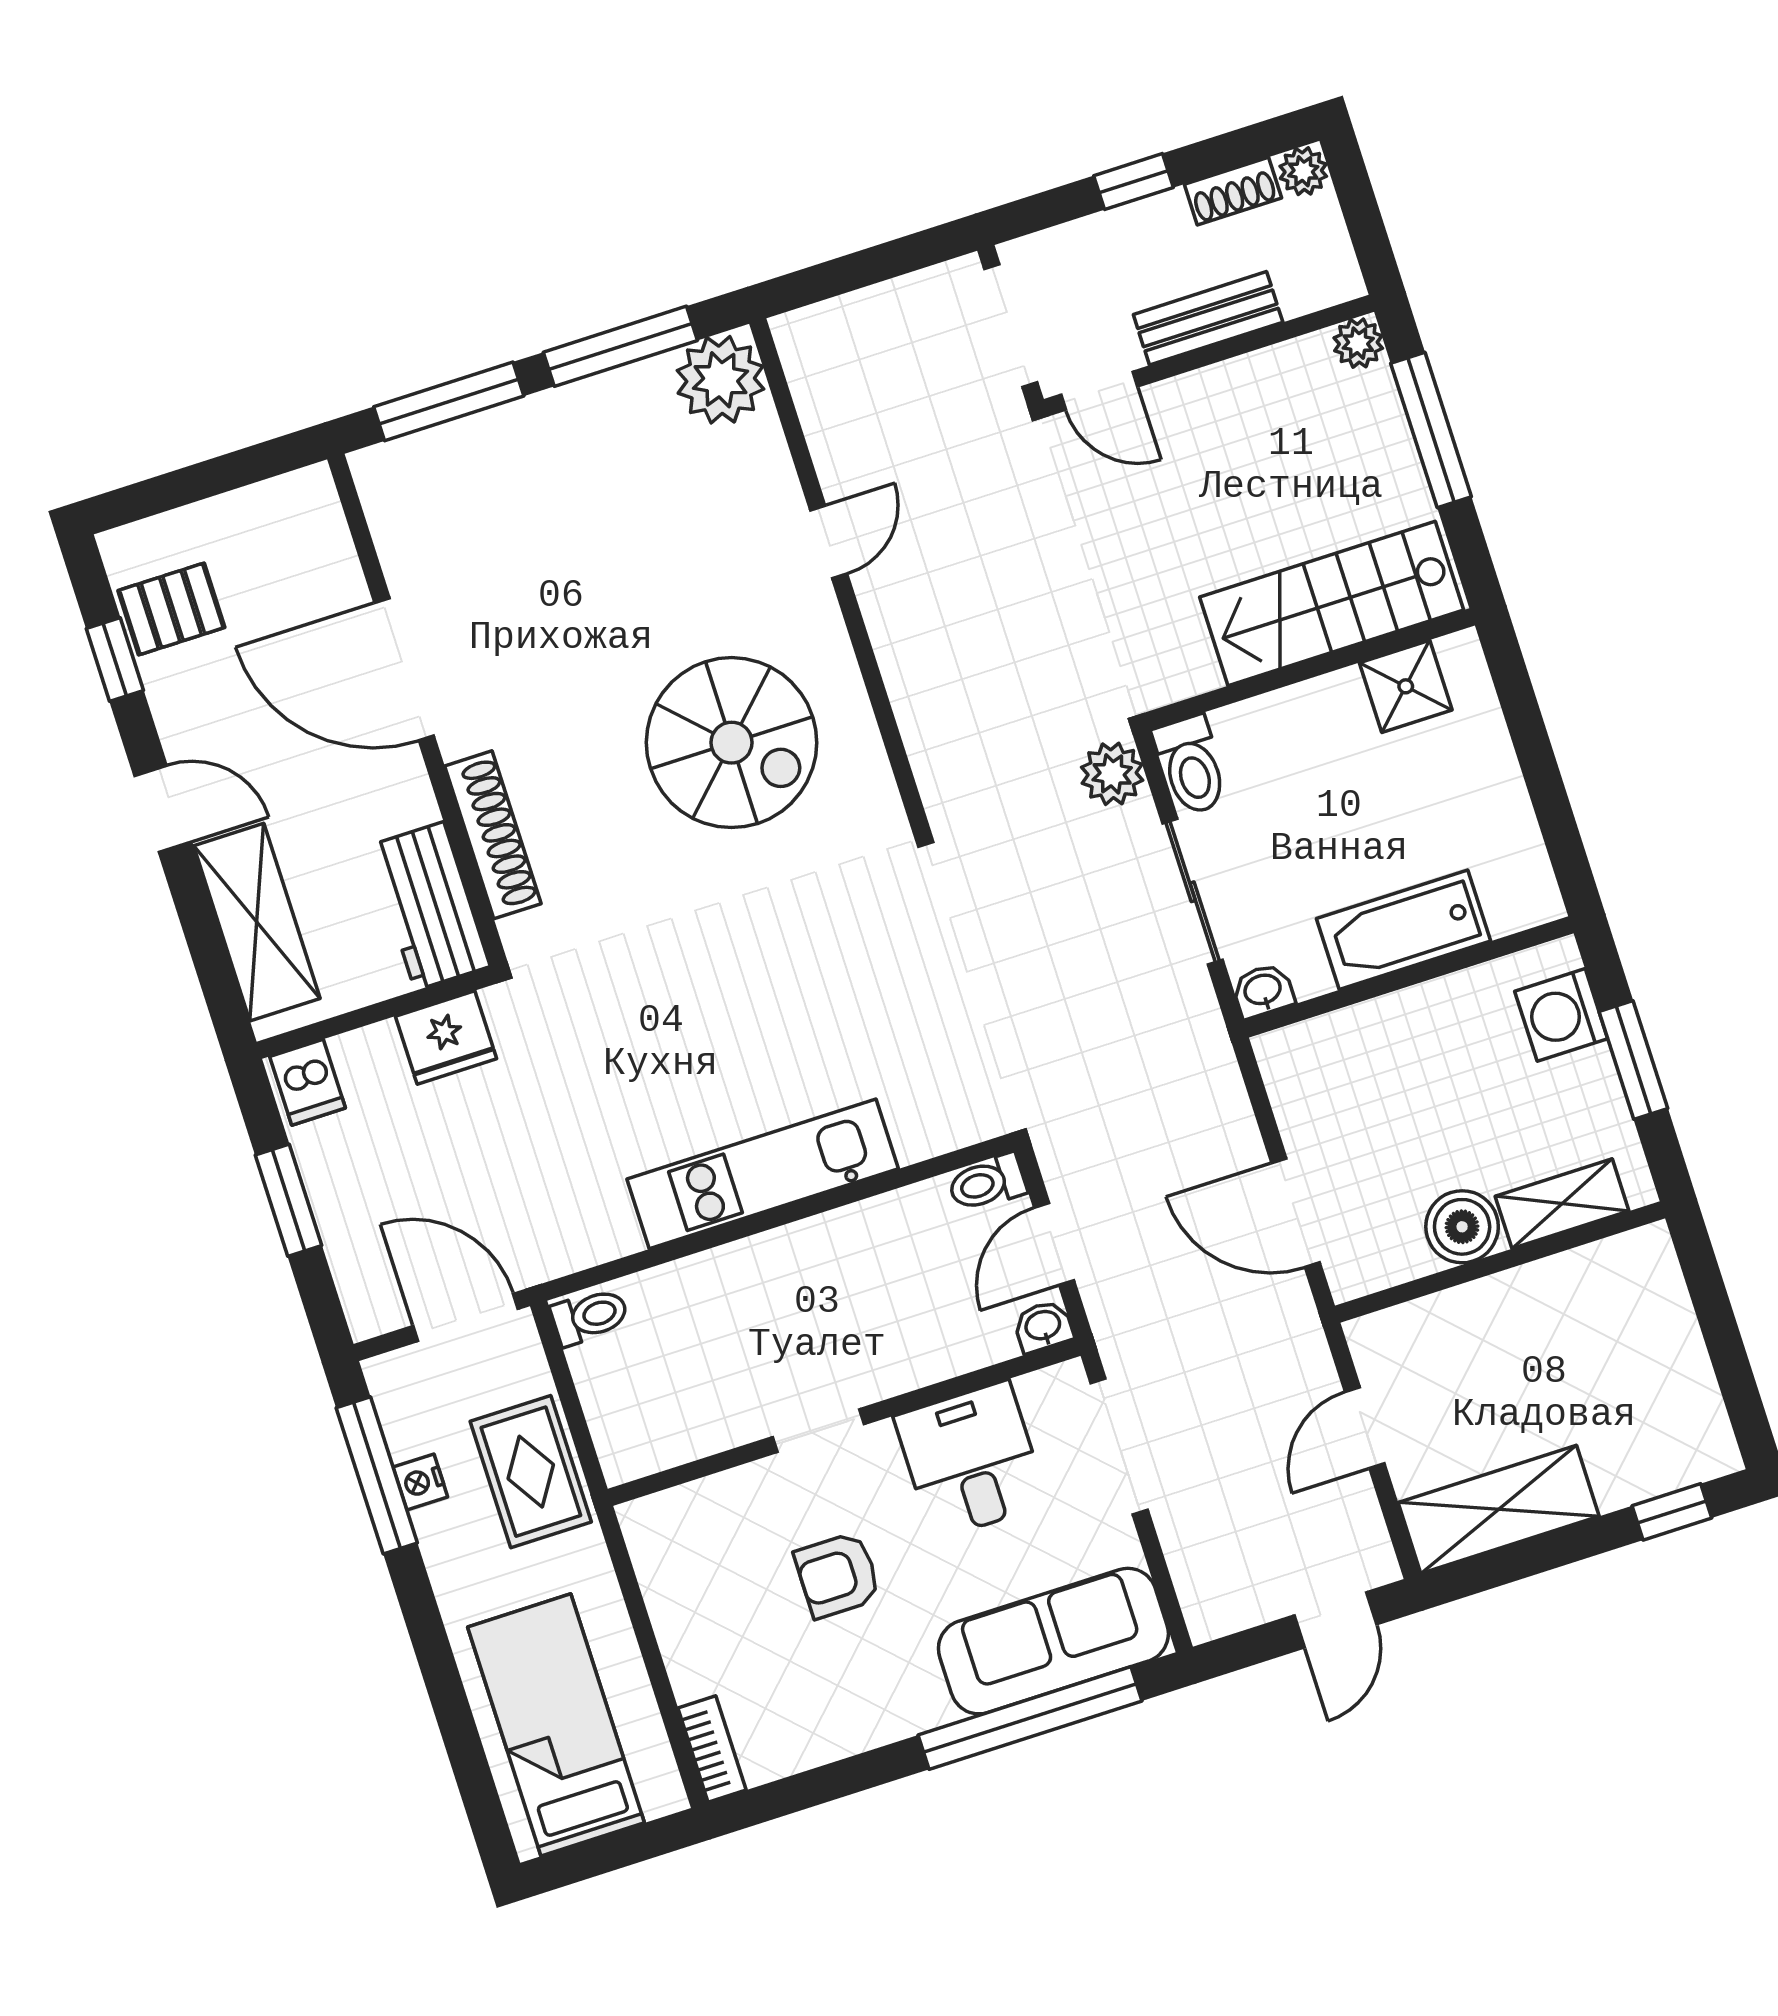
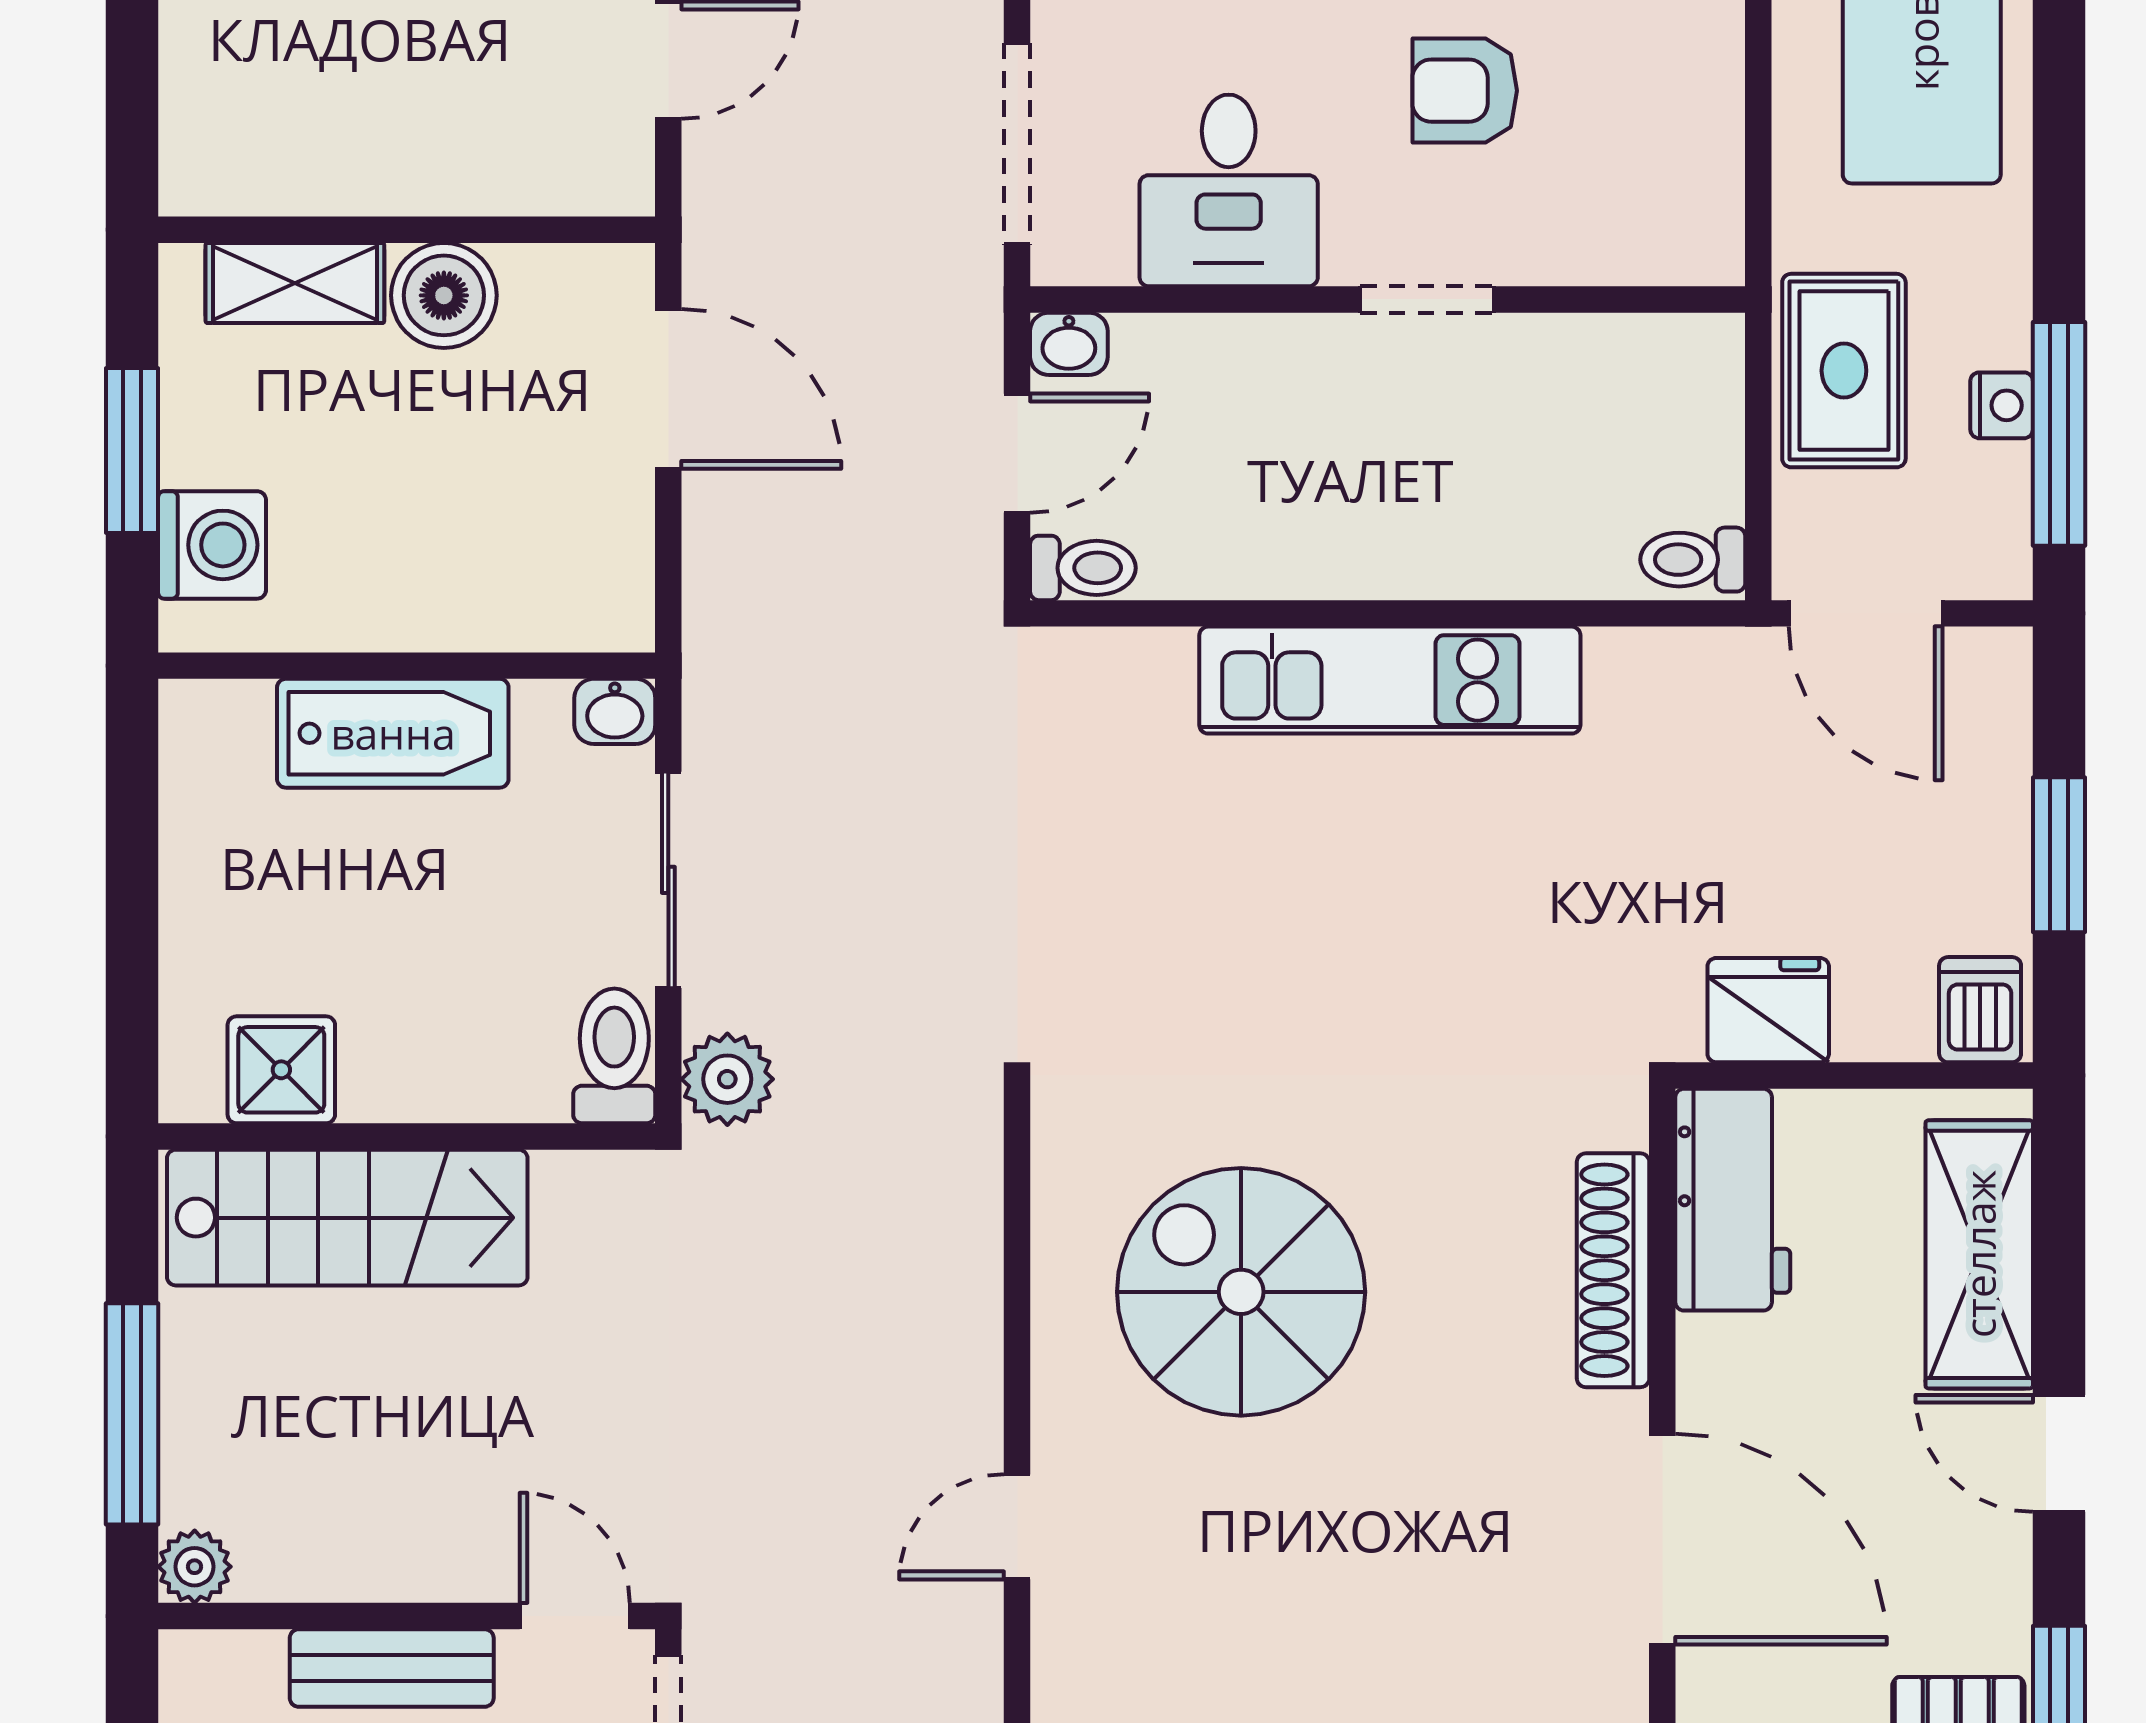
armchair: (838, 1575) -> (1465, 91), turned 180

